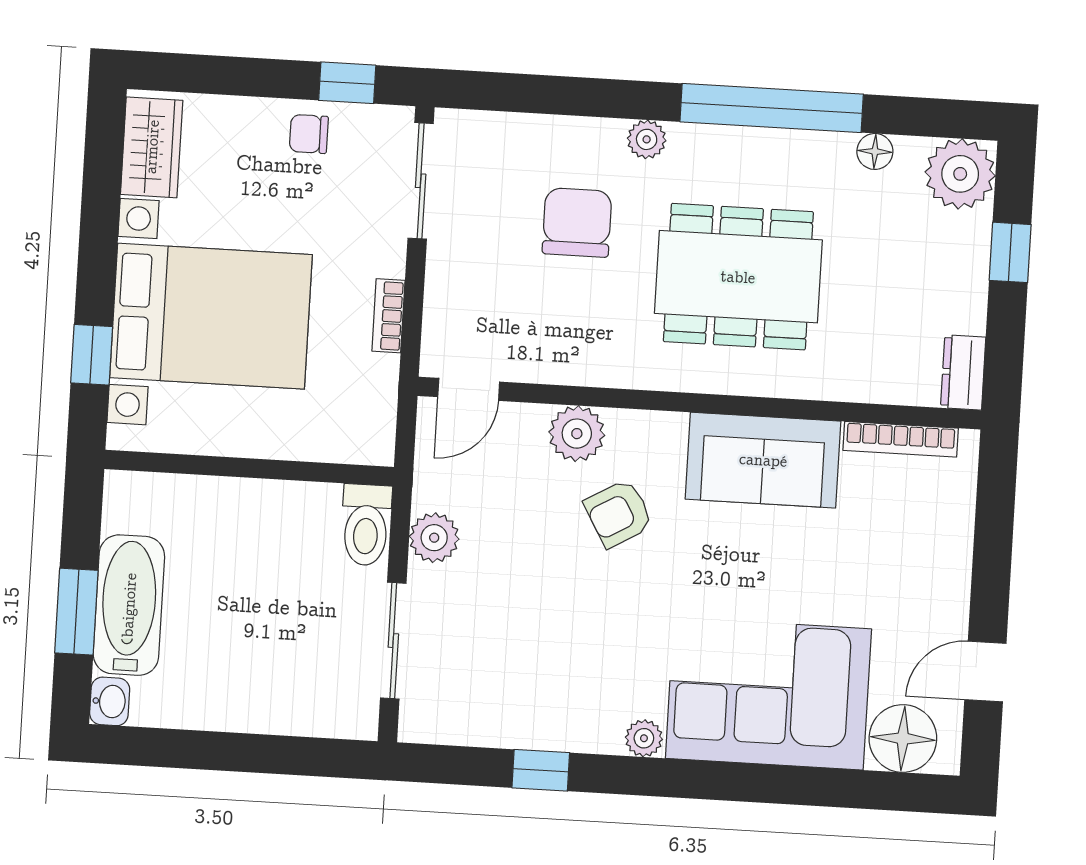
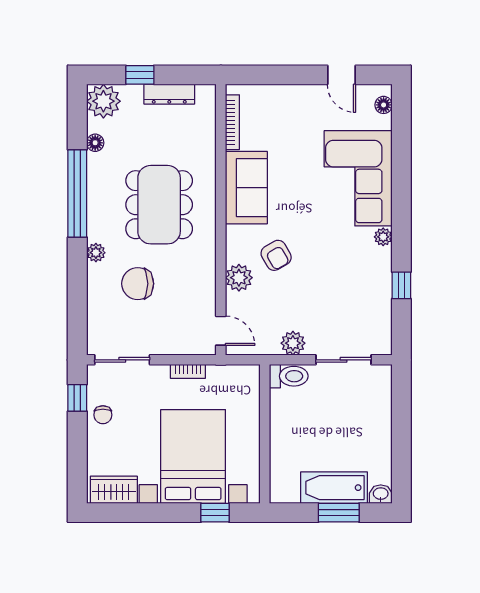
dresser: (963, 372) -> (169, 94), moved, width x1.44
floor lamp: (903, 738) -> (384, 105), width x0.53, depth x0.53

